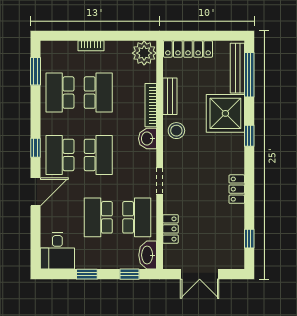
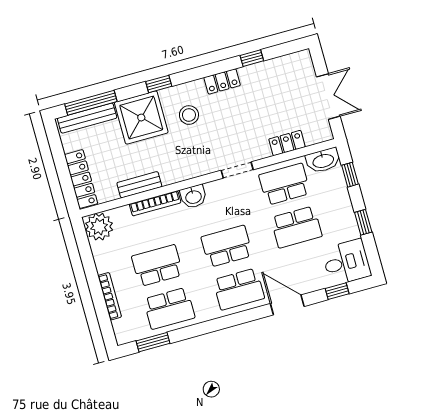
bookcase: (91, 46) -> (110, 296), width x1.56
stool: (176, 131) -> (189, 115), moved
window: (35, 148) -> (337, 291), moved
window: (249, 239) -> (252, 58), moved

